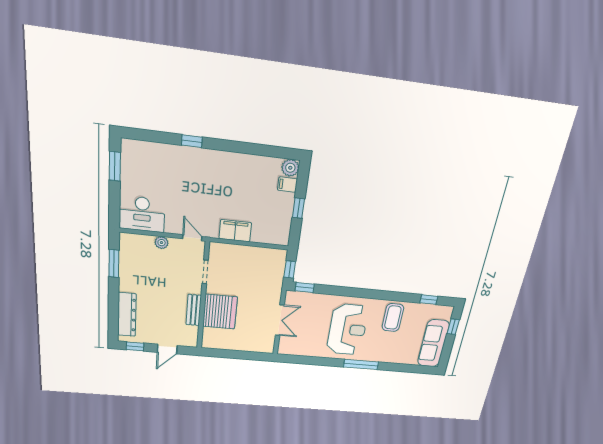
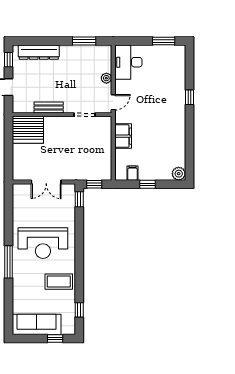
filing cabinet: (288, 185) -> (132, 173), moved
server rack: (220, 312) -> (28, 130), moved

